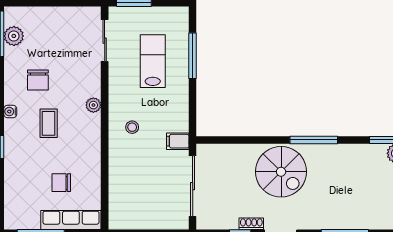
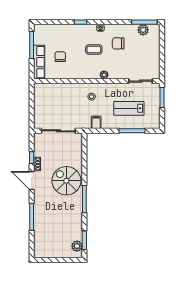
lab bench: (153, 61) -> (129, 108), turned 180
filing cabinet: (178, 141) -> (96, 122), moved
spiral stairs: (281, 172) -> (66, 181), turned 90

